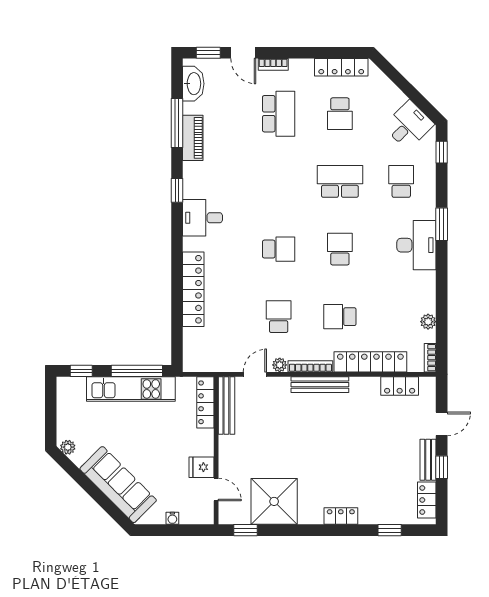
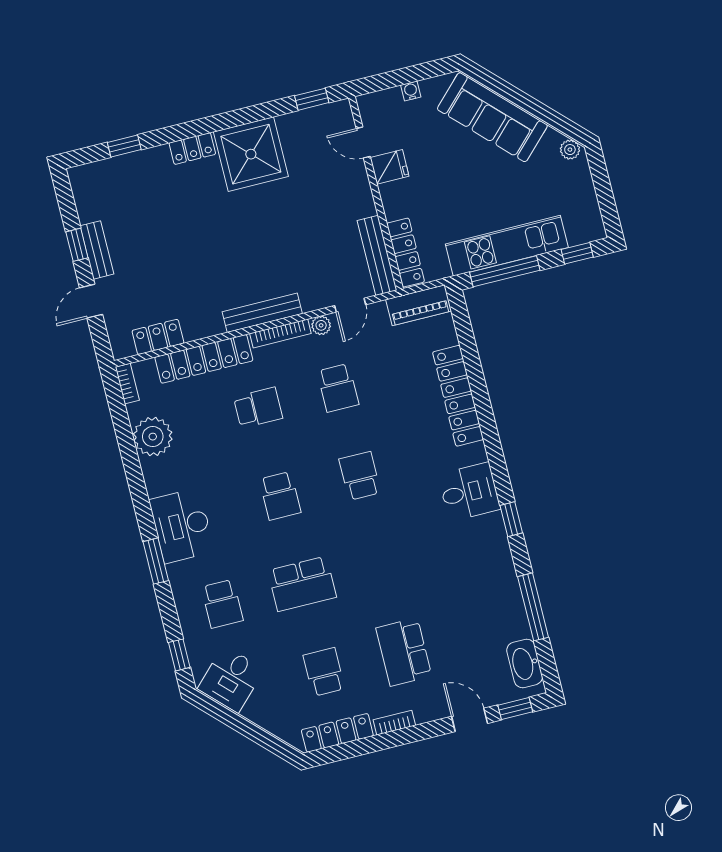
bookcase: (273, 64) -> (394, 723), moved
piano: (193, 138) -> (419, 305), moved, turned -90
school desk: (279, 249) -> (360, 476), turned 90
plant: (428, 322) -> (153, 437), width x1.87, depth x1.87
locker: (427, 500) -> (85, 197), removed
shower: (274, 501) -> (251, 154), moved

